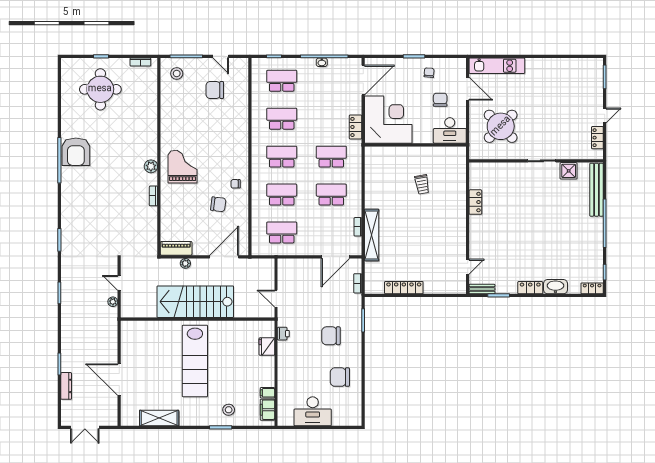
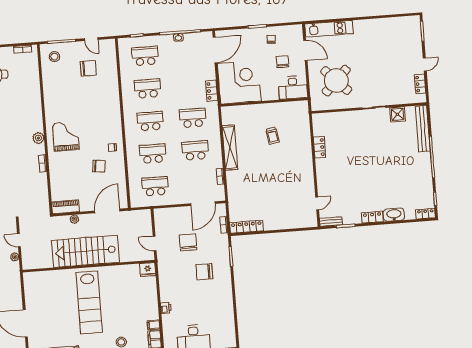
chair: (215, 90) -> (88, 68), turned 180
shelving: (372, 235) -> (230, 148), moved
locker: (404, 288) -> (246, 227), moved
printer: (283, 334) -> (166, 308), moved
fridge: (267, 347) -> (148, 270), moved, turned -90
chair: (340, 377) -> (188, 242), moved, turned 90

